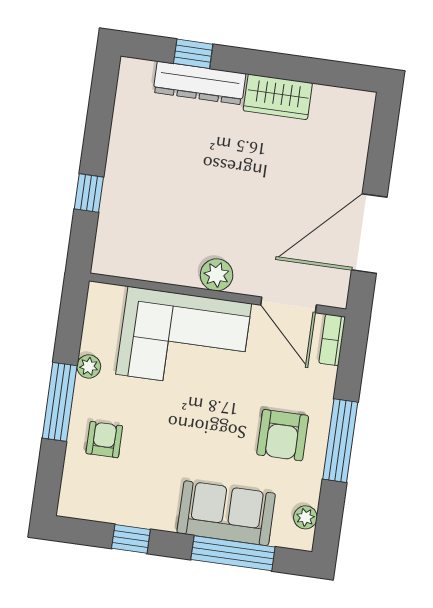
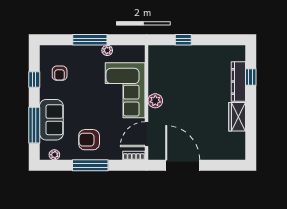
armchair: (104, 440) -> (60, 73), moved, turned 90

